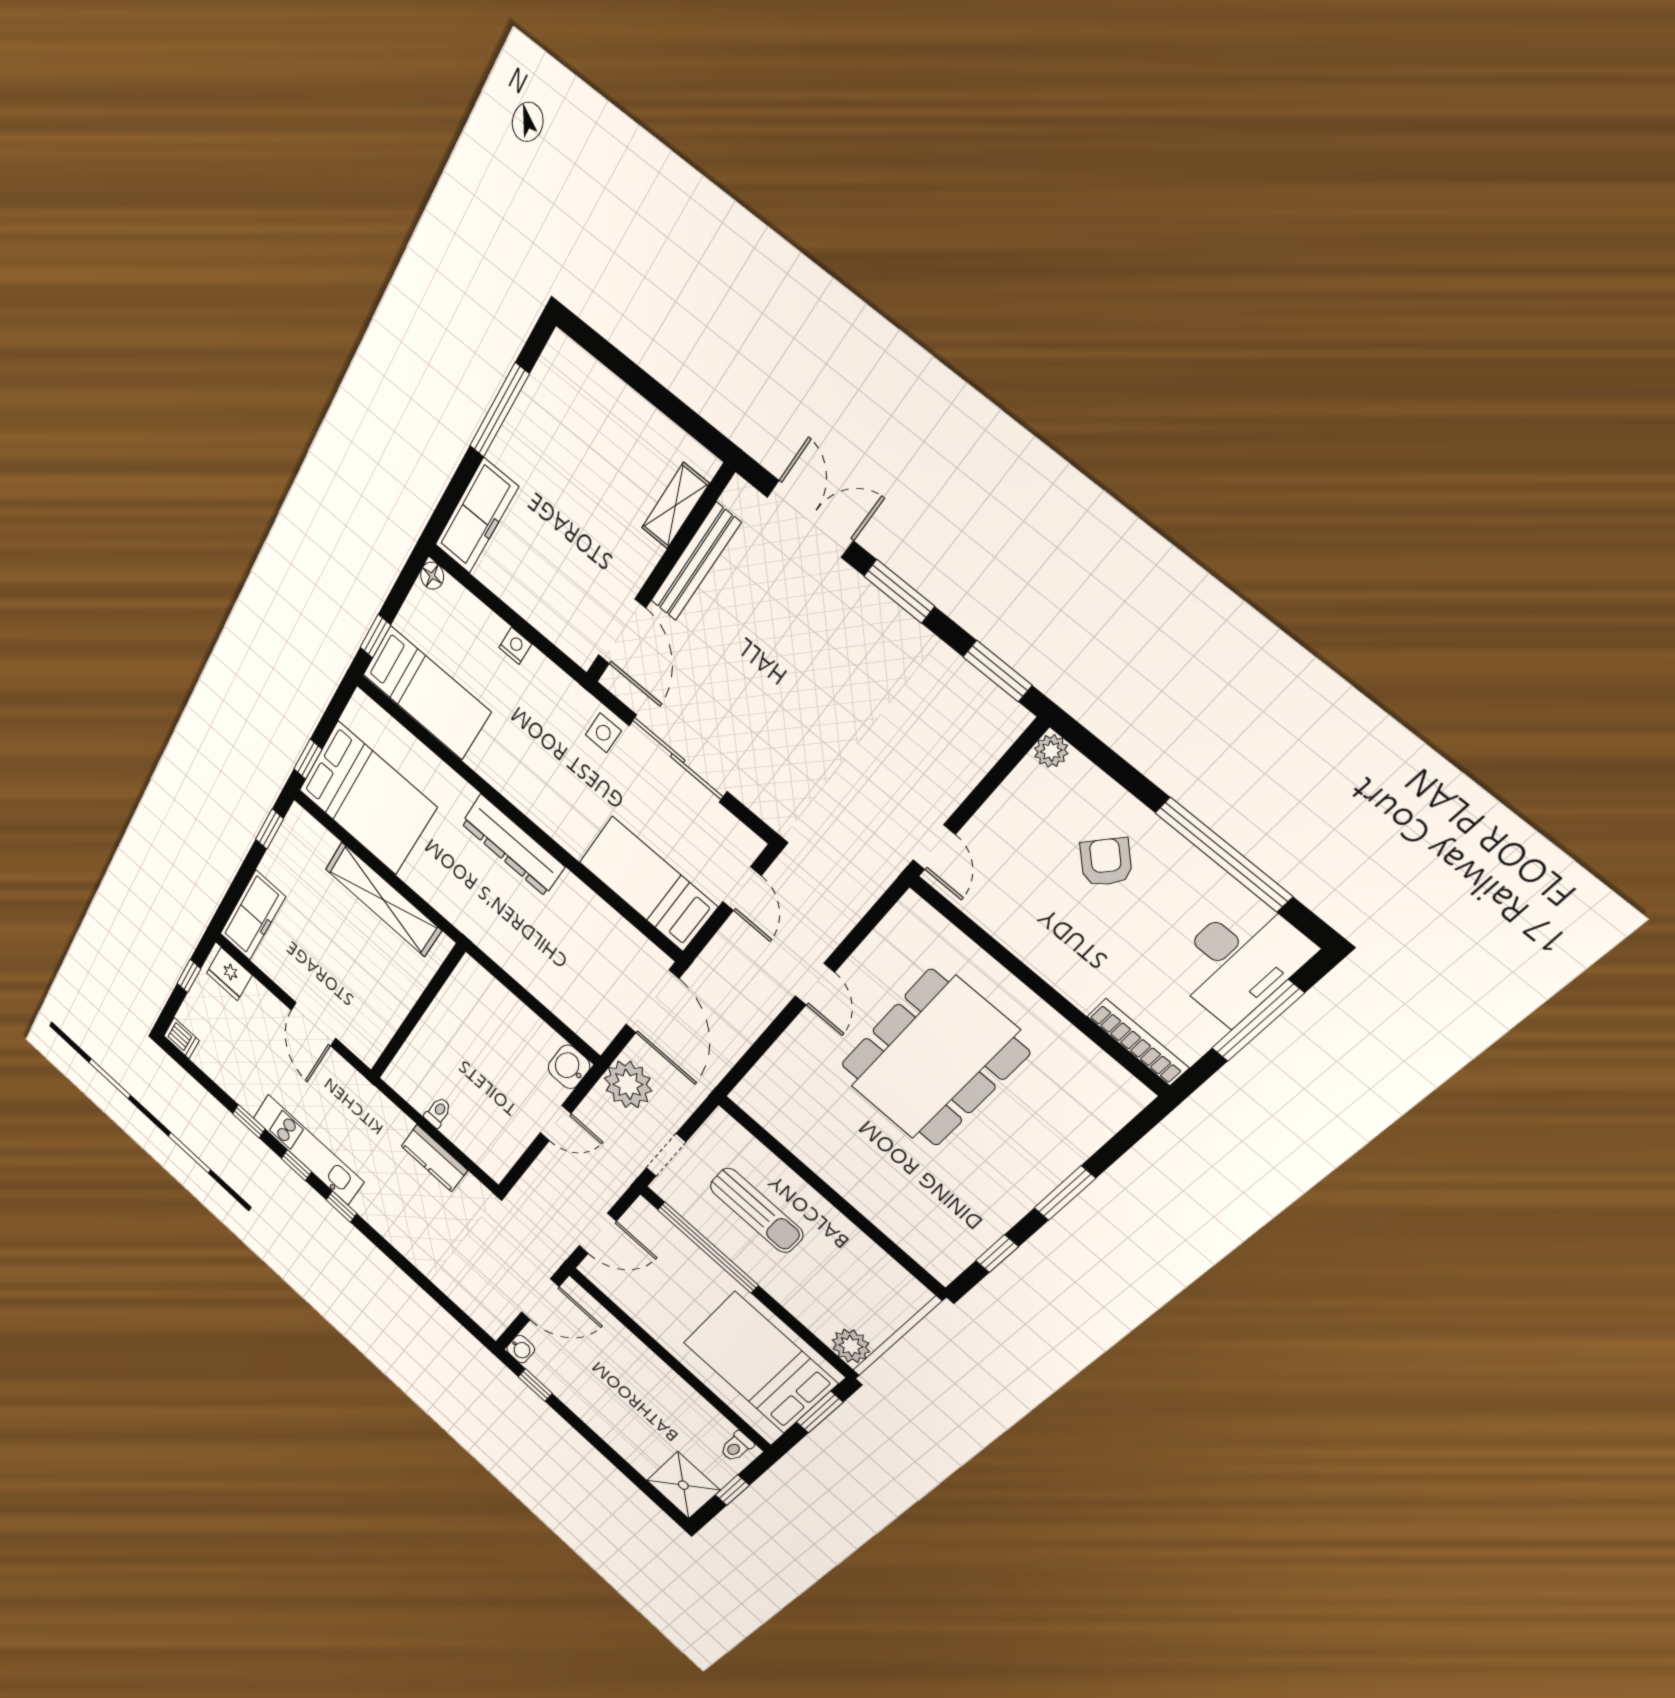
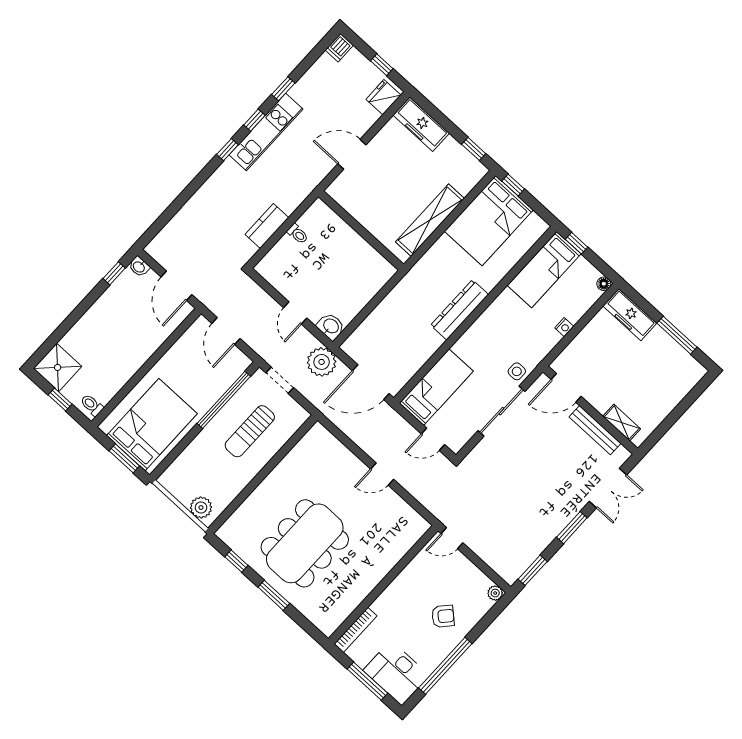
dining table: (934, 1059) -> (305, 543), moved, turned 90
plant: (851, 1346) -> (201, 507), moved

